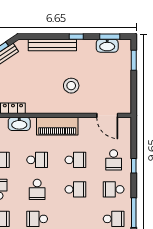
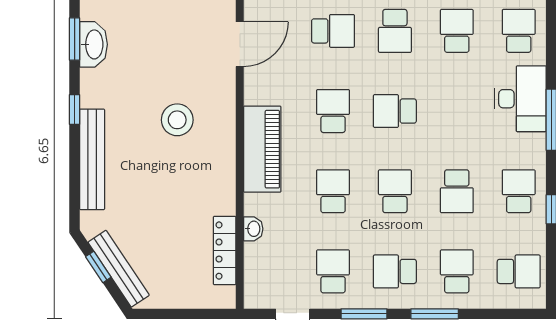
washbasin: (19, 124) -> (253, 229), width x0.52, depth x0.69
school desk: (37, 189) -> (395, 191), turned -90
school desk: (75, 189) -> (395, 111), turned -90

